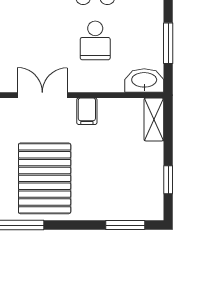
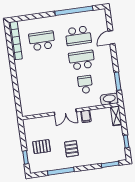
school desk: (95, 40) -> (85, 84), turned 180
double door: (42, 95) -> (65, 112), swing flipped
pallet: (45, 178) -> (71, 149), width x0.49, depth x0.50

